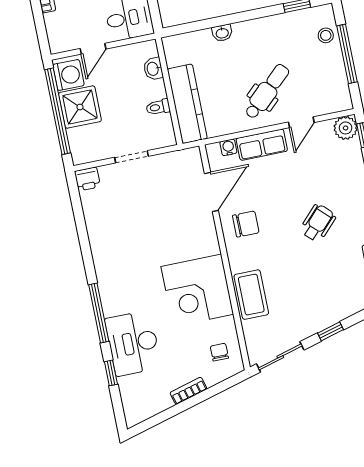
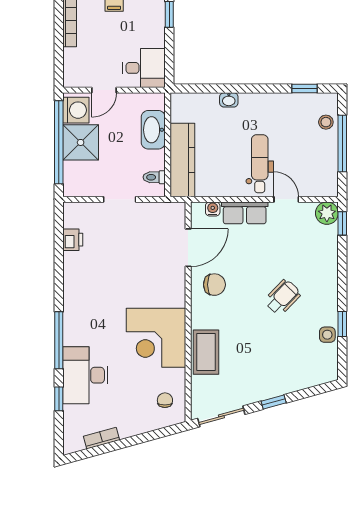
washbasin: (153, 69) -> (153, 130), width x1.91, depth x1.45
dental chair: (267, 92) -> (260, 164), turned -47
toilet: (158, 107) -> (154, 177), moved
door: (301, 122) -> (286, 199), swing flipped
printer: (87, 179) -> (73, 240), moved, turned -90
bookcase: (188, 391) -> (101, 438), moved

